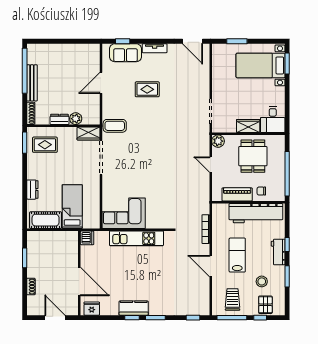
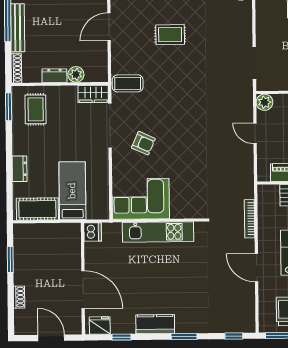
rug: (45, 145) -> (36, 109), turned 90
armchair: (126, 171) -> (143, 143), added
window: (132, 318) -> (122, 337), moved

